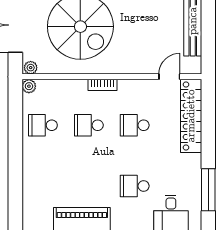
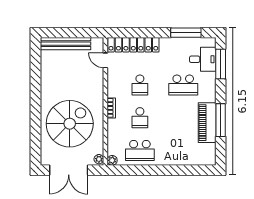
school desk: (43, 125) -> (140, 150), width x1.85
school desk: (135, 186) -> (183, 85), width x1.85

